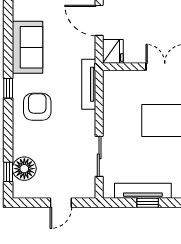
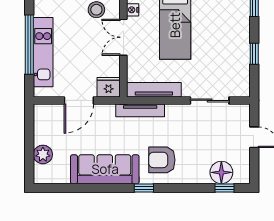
sofa: (28, 47) -> (105, 169), width x1.36
tv unit: (143, 191) -> (154, 90), moved, turned 90

